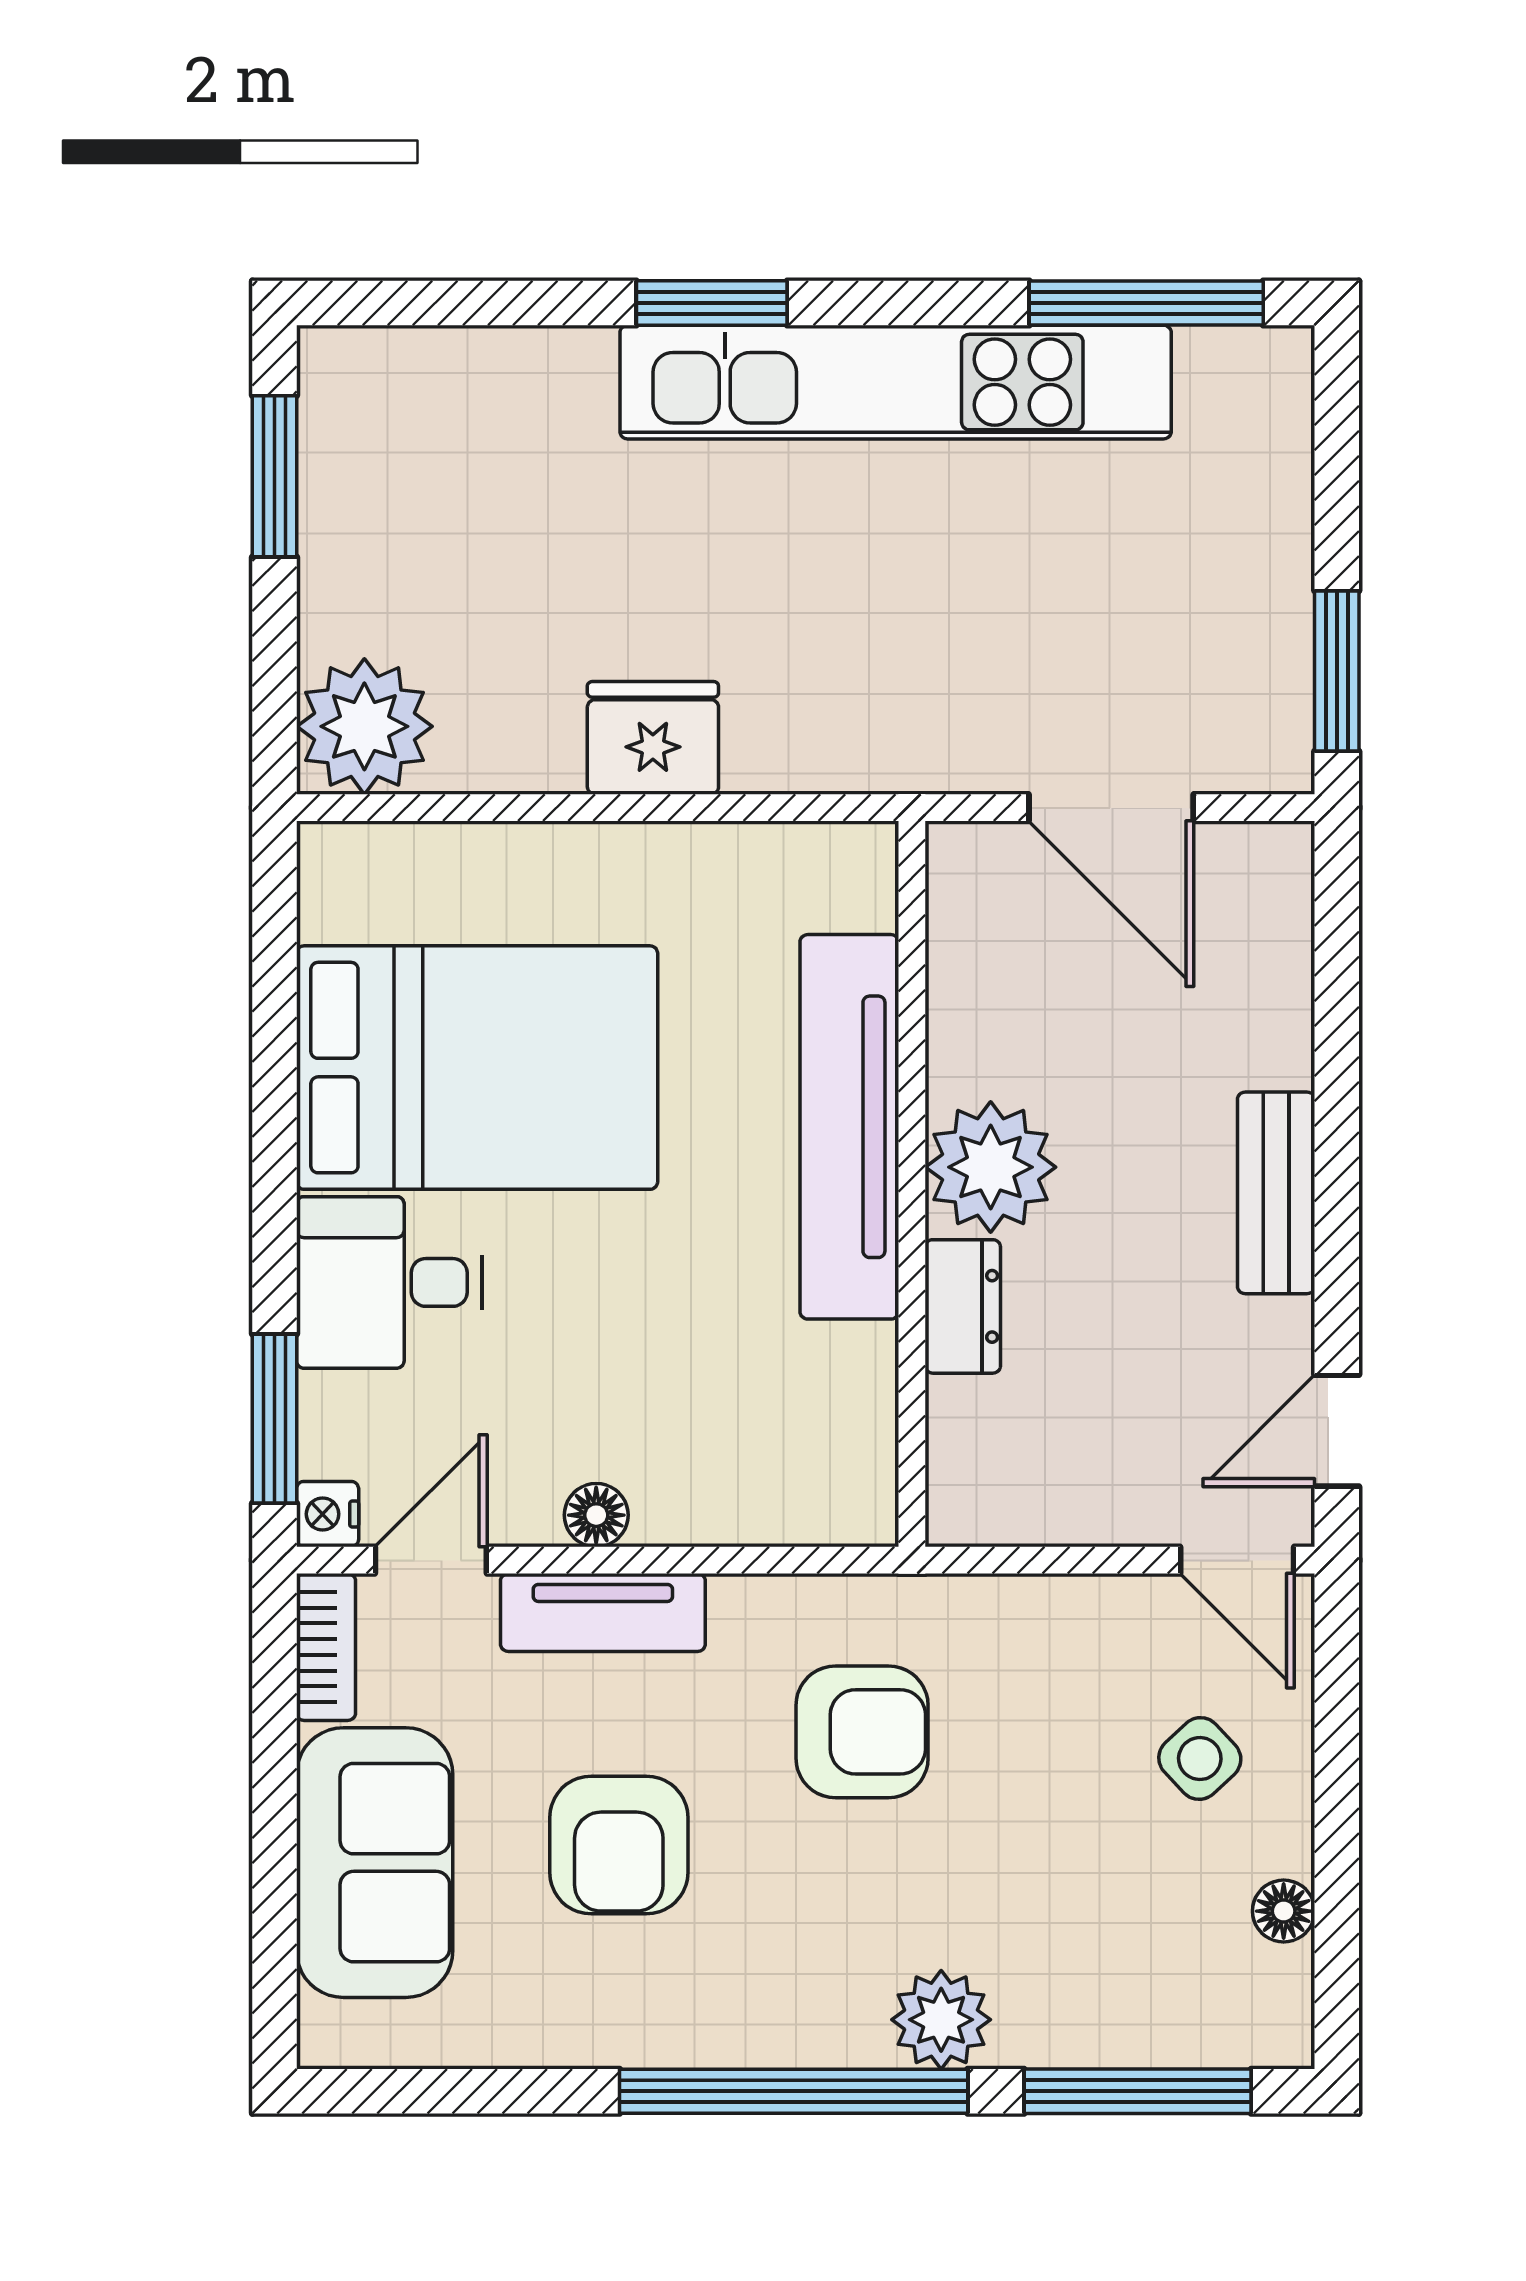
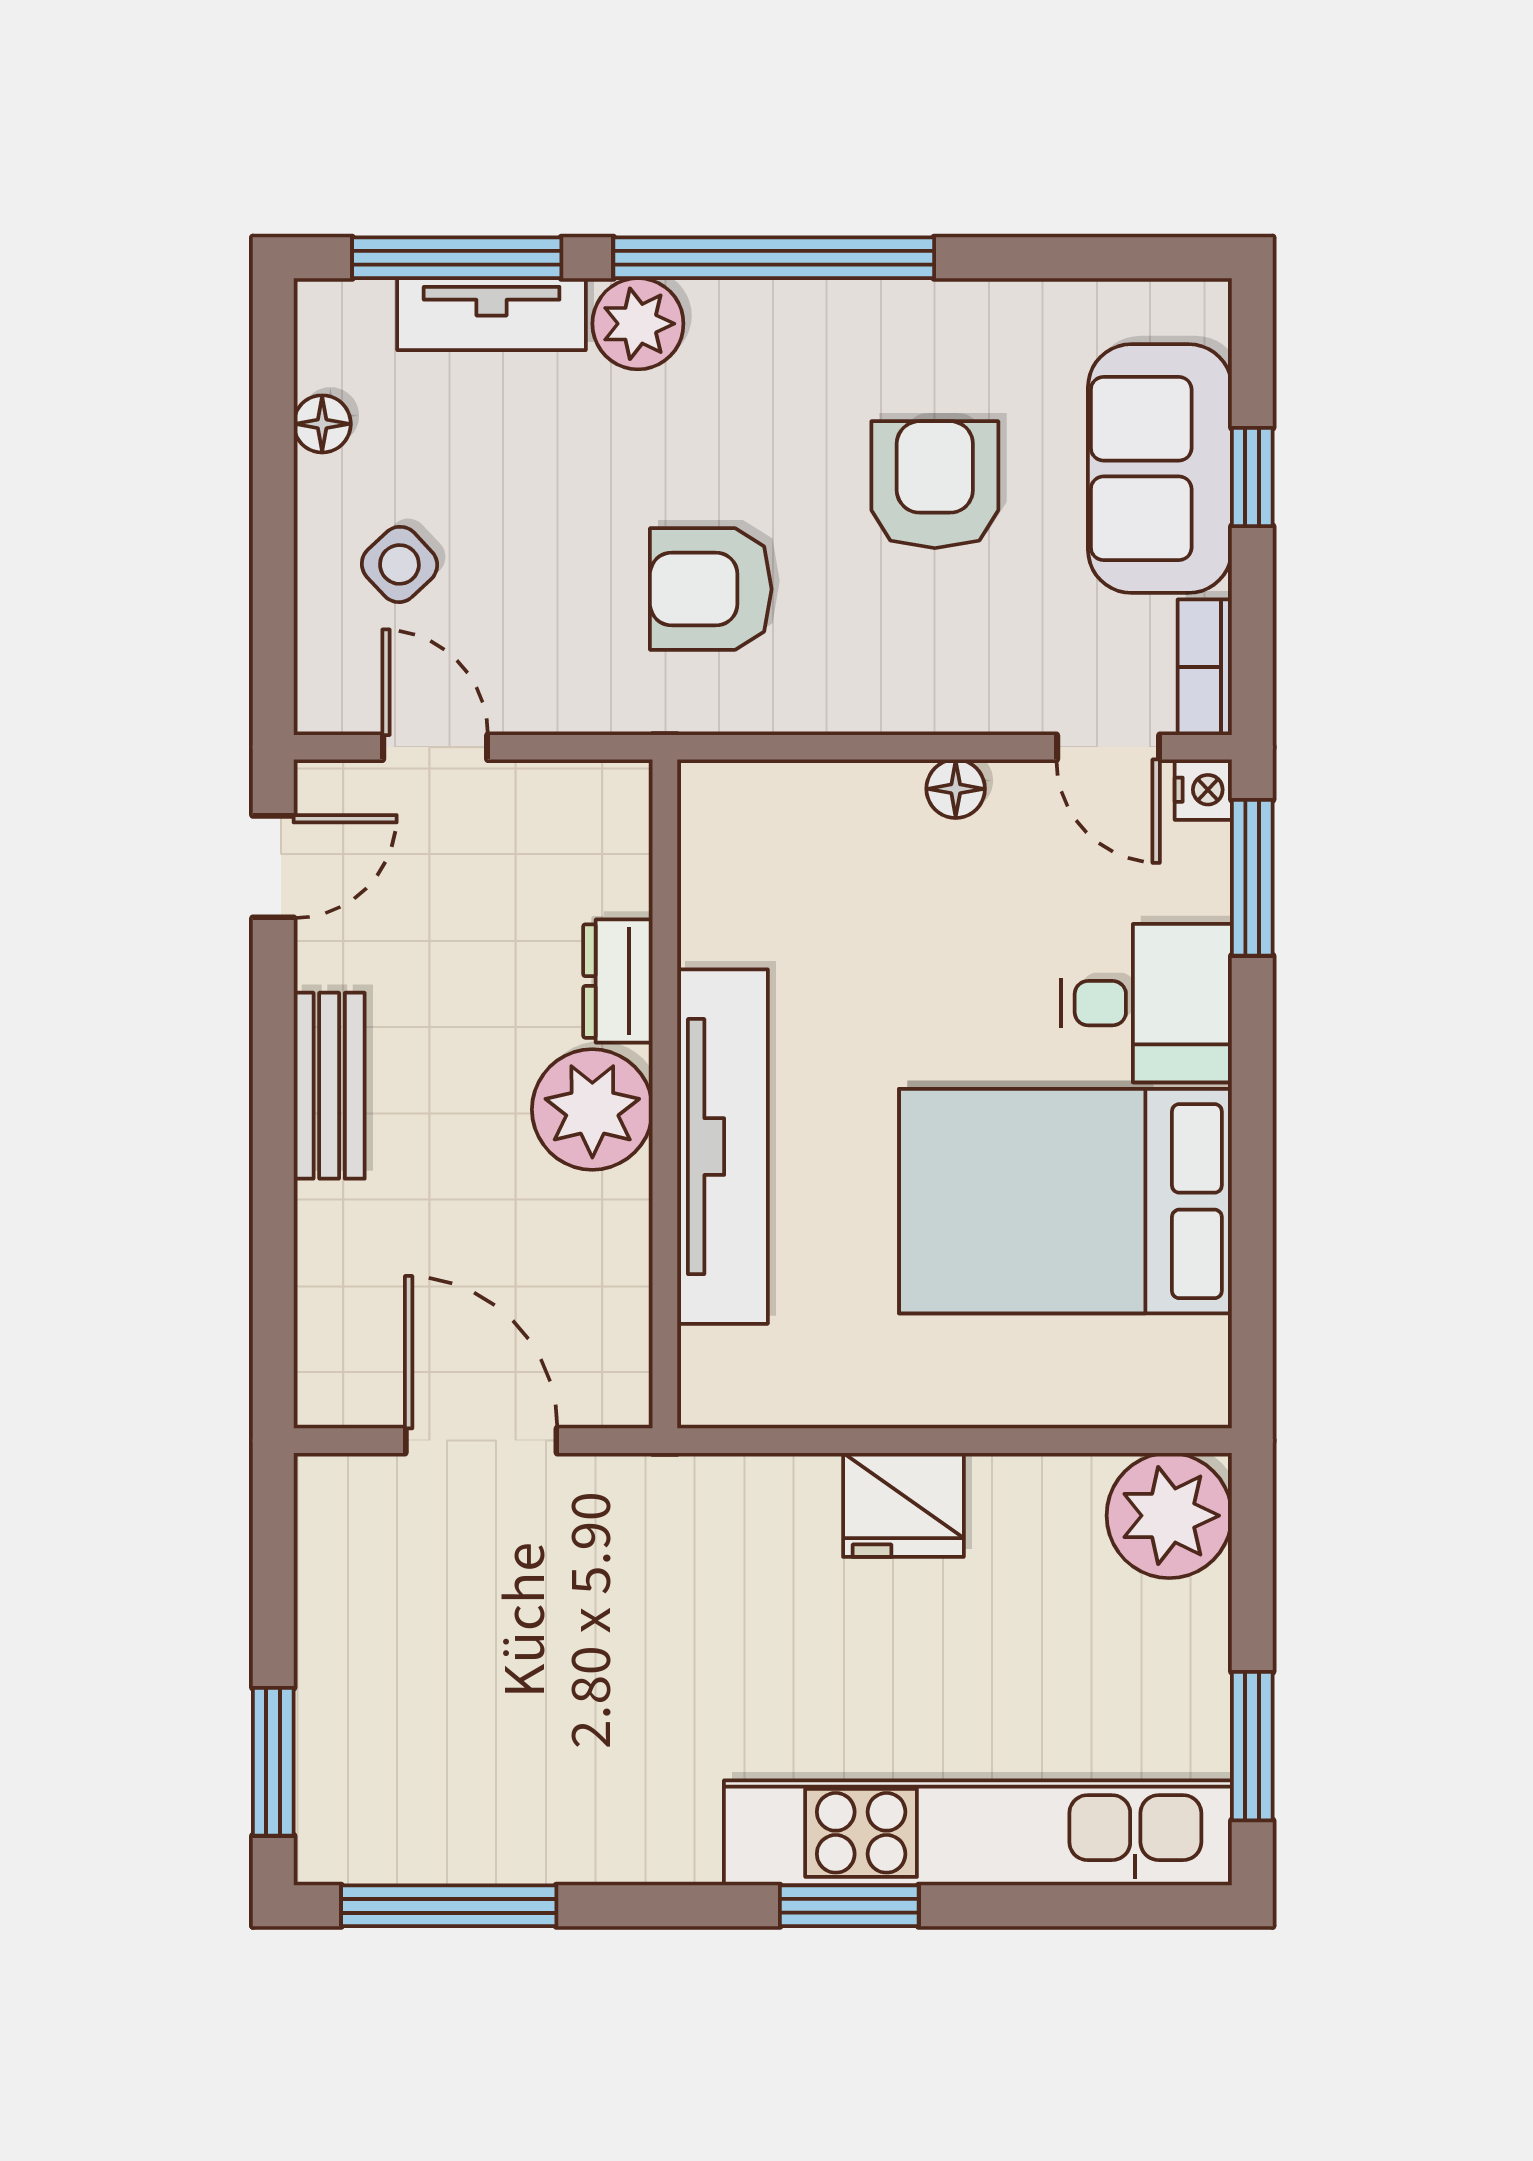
kitchen unit: (896, 382) -> (978, 1833), moved
window: (1337, 671) -> (273, 1762), moved
door: (431, 1560) -> (1108, 747), hinge flipped
door: (1237, 1560) -> (435, 747), moved
tv unit: (603, 1612) -> (492, 314), moved, turned 180
window: (274, 1853) -> (1252, 477), added

